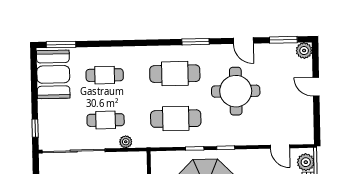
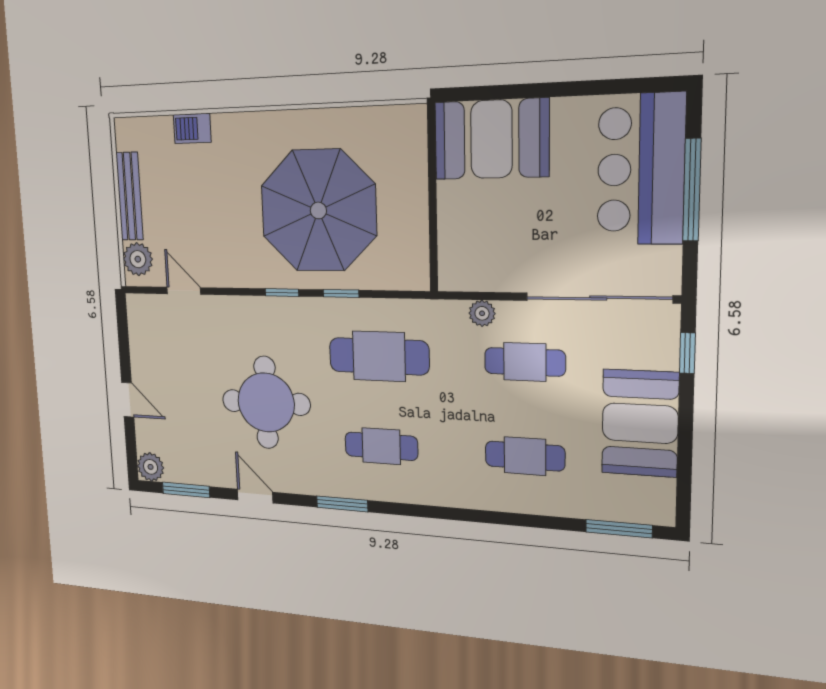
booth: (53, 74) -> (640, 423), moved
cafe table: (175, 74) -> (381, 446), width x0.73, depth x0.74

